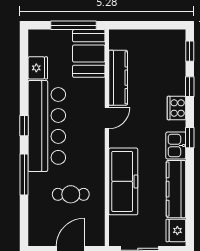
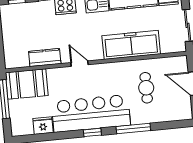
kitchen counter: (118, 78) -> (45, 58), width x0.67

